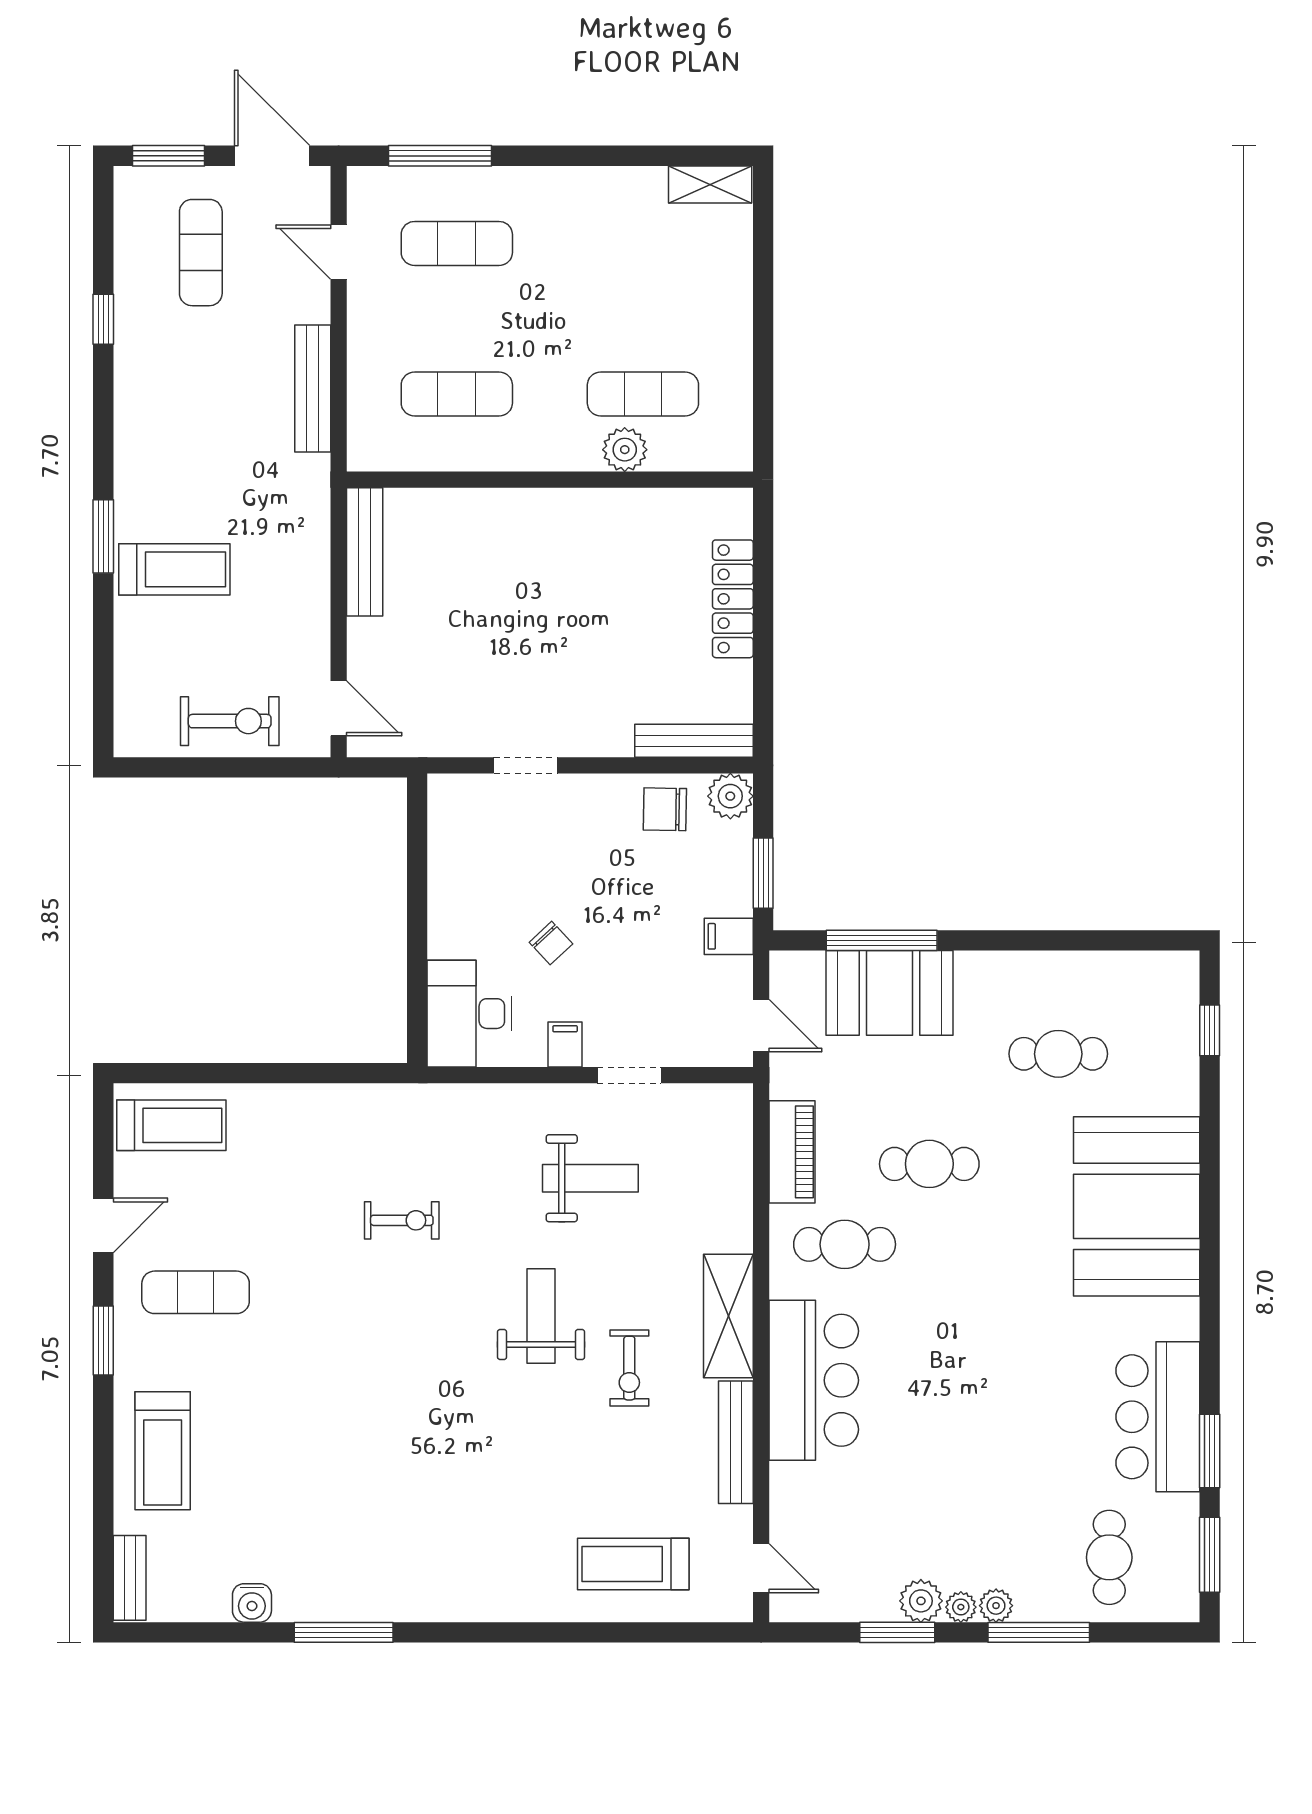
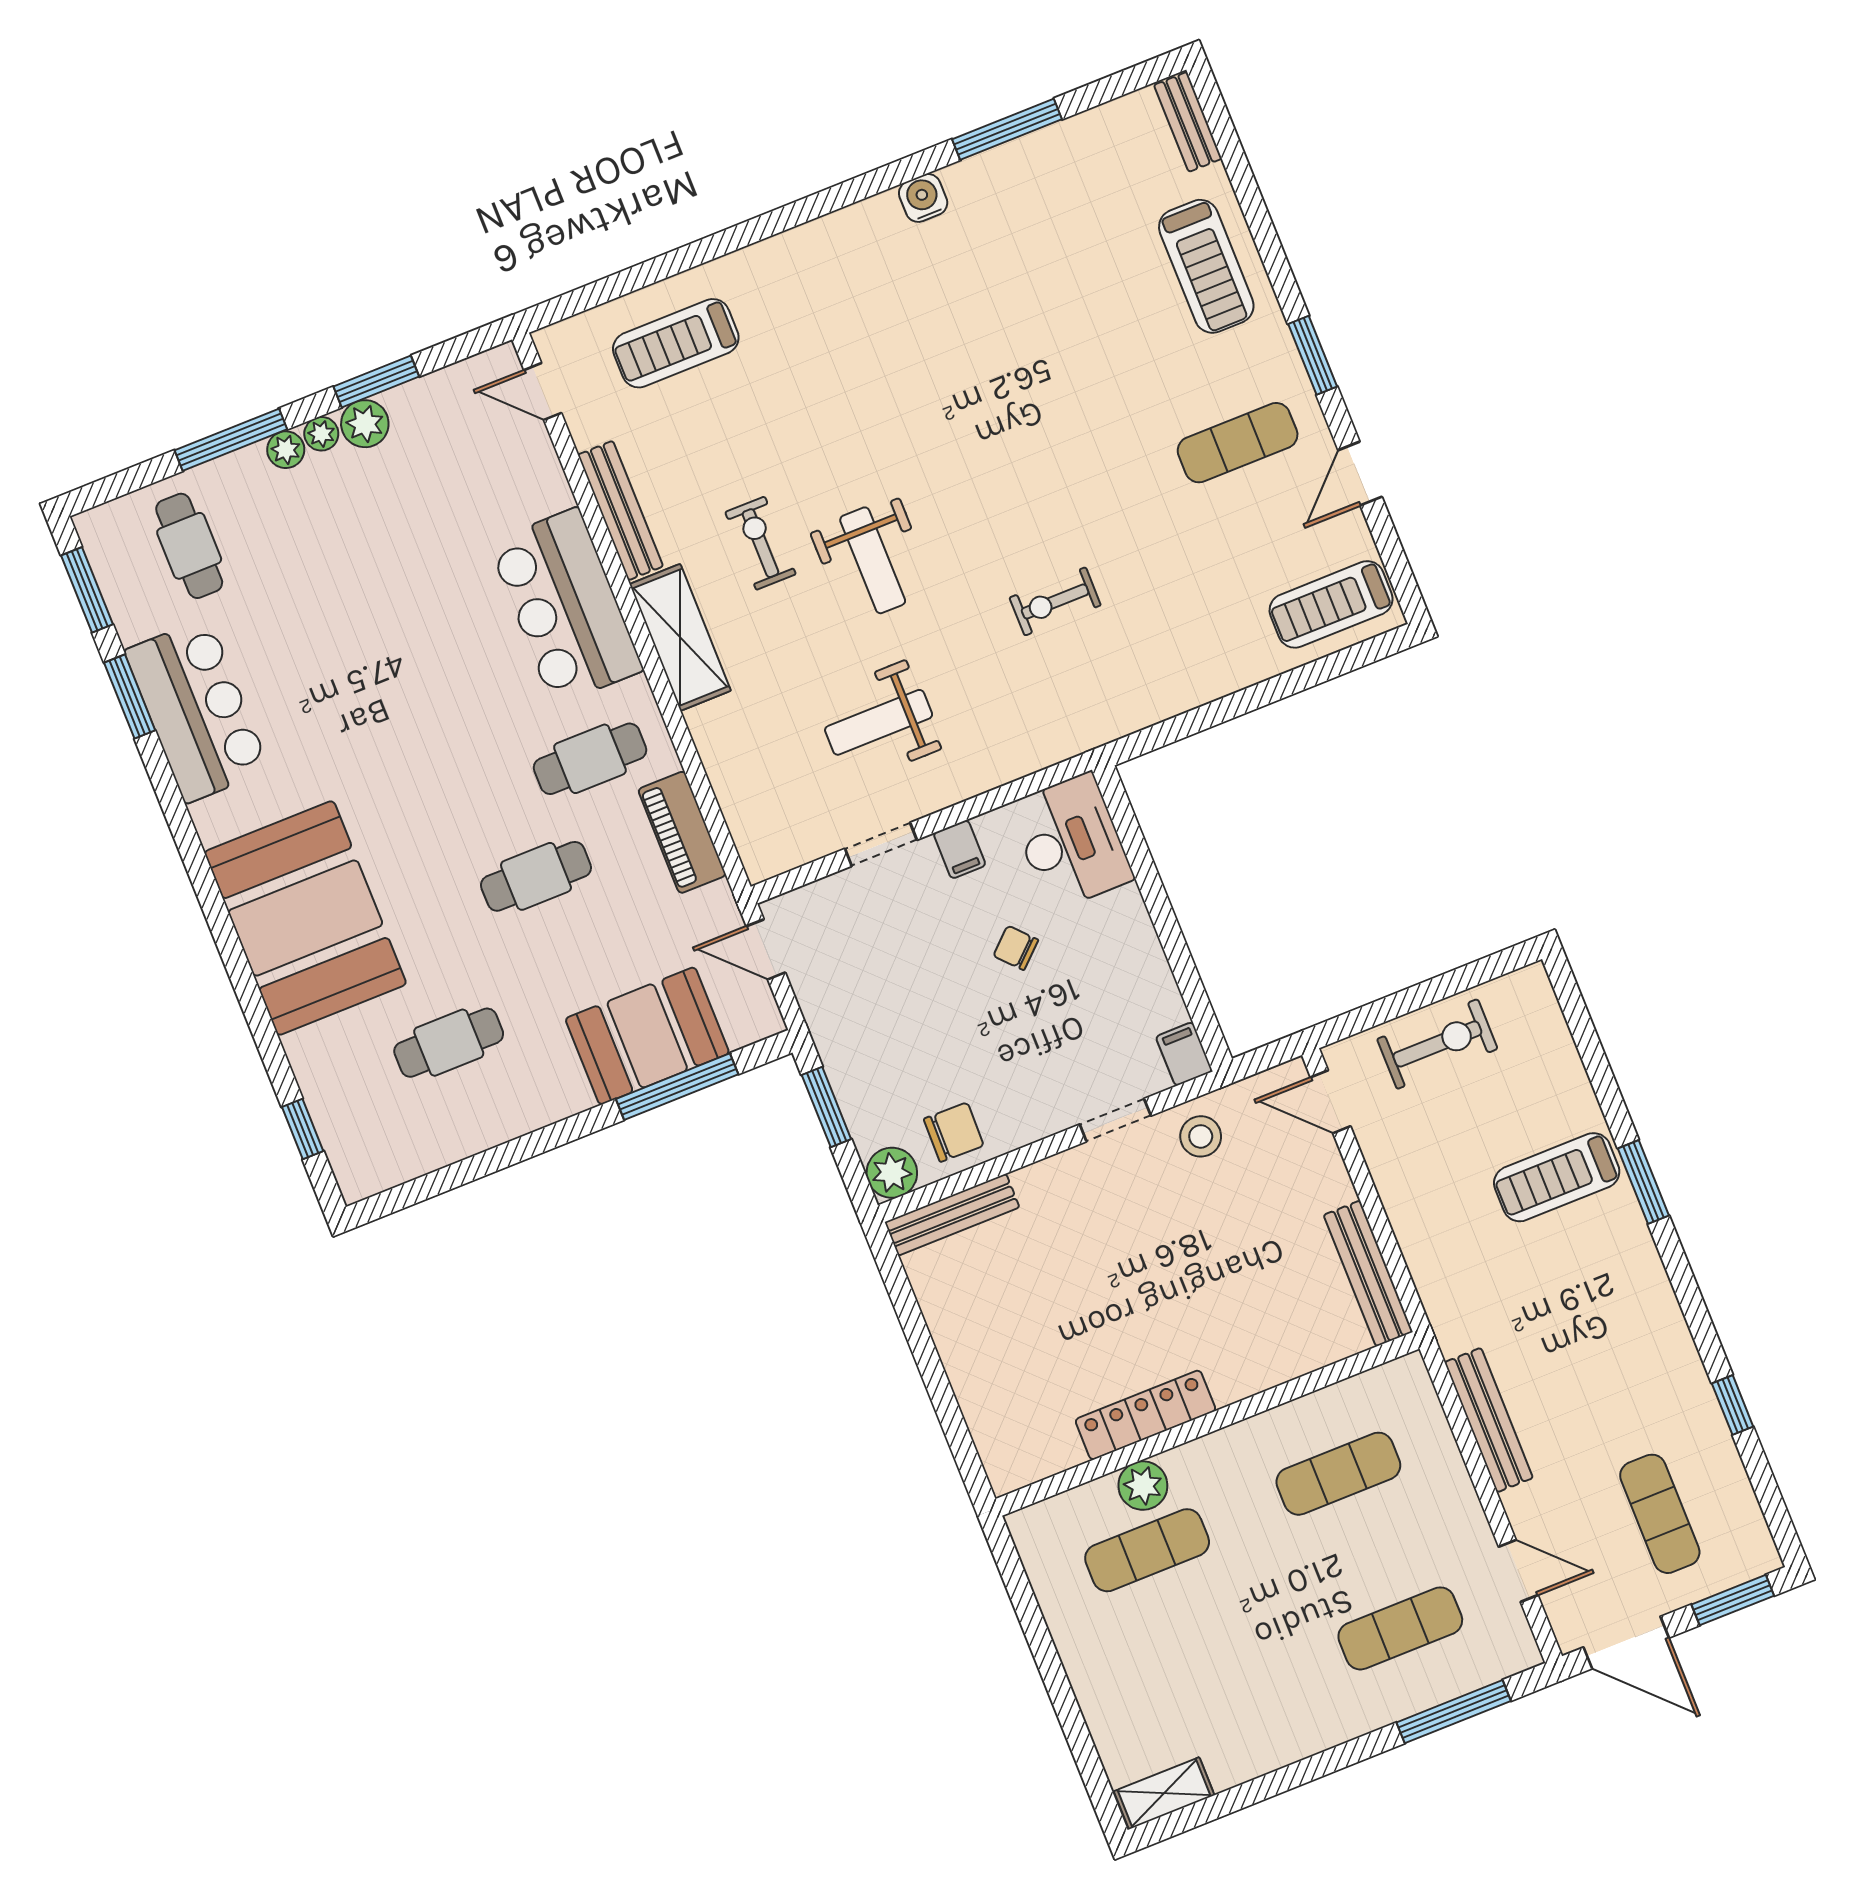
locker: (733, 599) -> (1145, 1415), moved, turned -90
exercise bike: (230, 721) -> (1437, 1044), turned 180
stool: (459, 723) -> (1201, 1136), added
filing cabinet: (729, 936) -> (1184, 1054), moved, turned -90
treadmill: (163, 1451) -> (1206, 266), turned 180
treadmill: (633, 1564) -> (676, 343), turned 180
water cooler: (252, 1603) -> (923, 198), moved
window: (344, 1632) -> (1007, 129), moved

